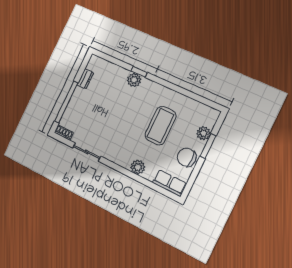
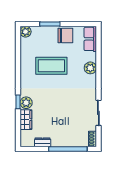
wardrobe: (117, 72) -> (26, 120), added
plant: (203, 133) -> (26, 32), moved
chair: (187, 157) -> (65, 35), turned -90

